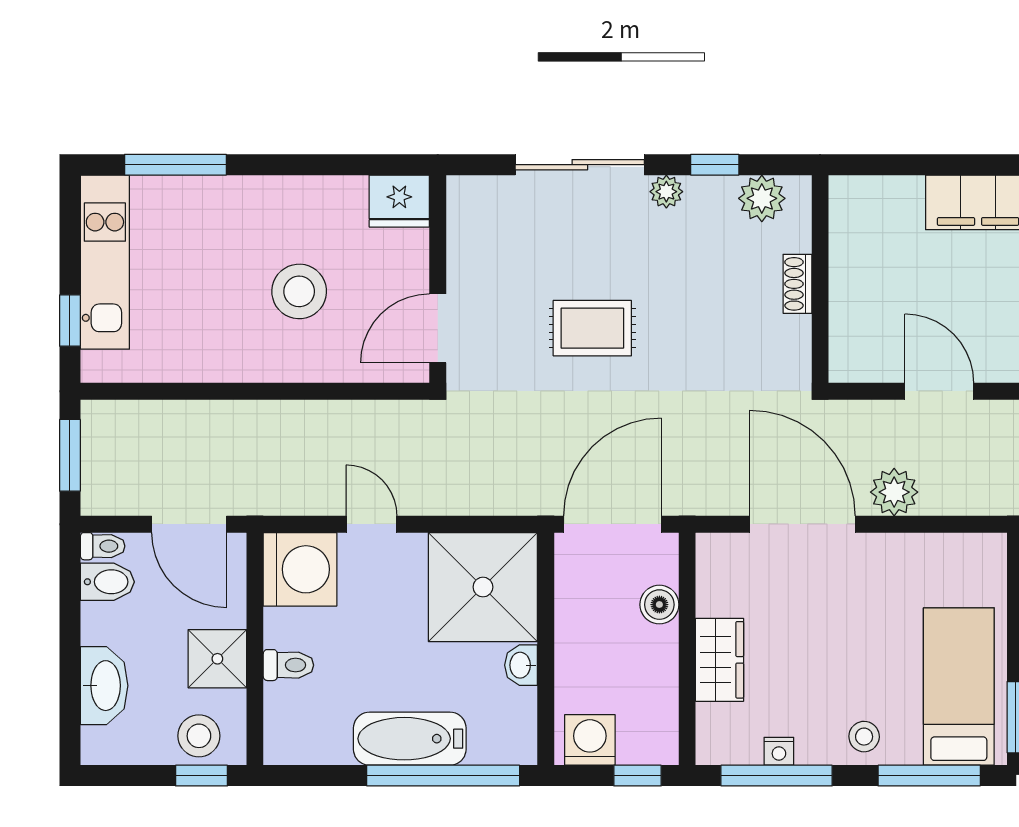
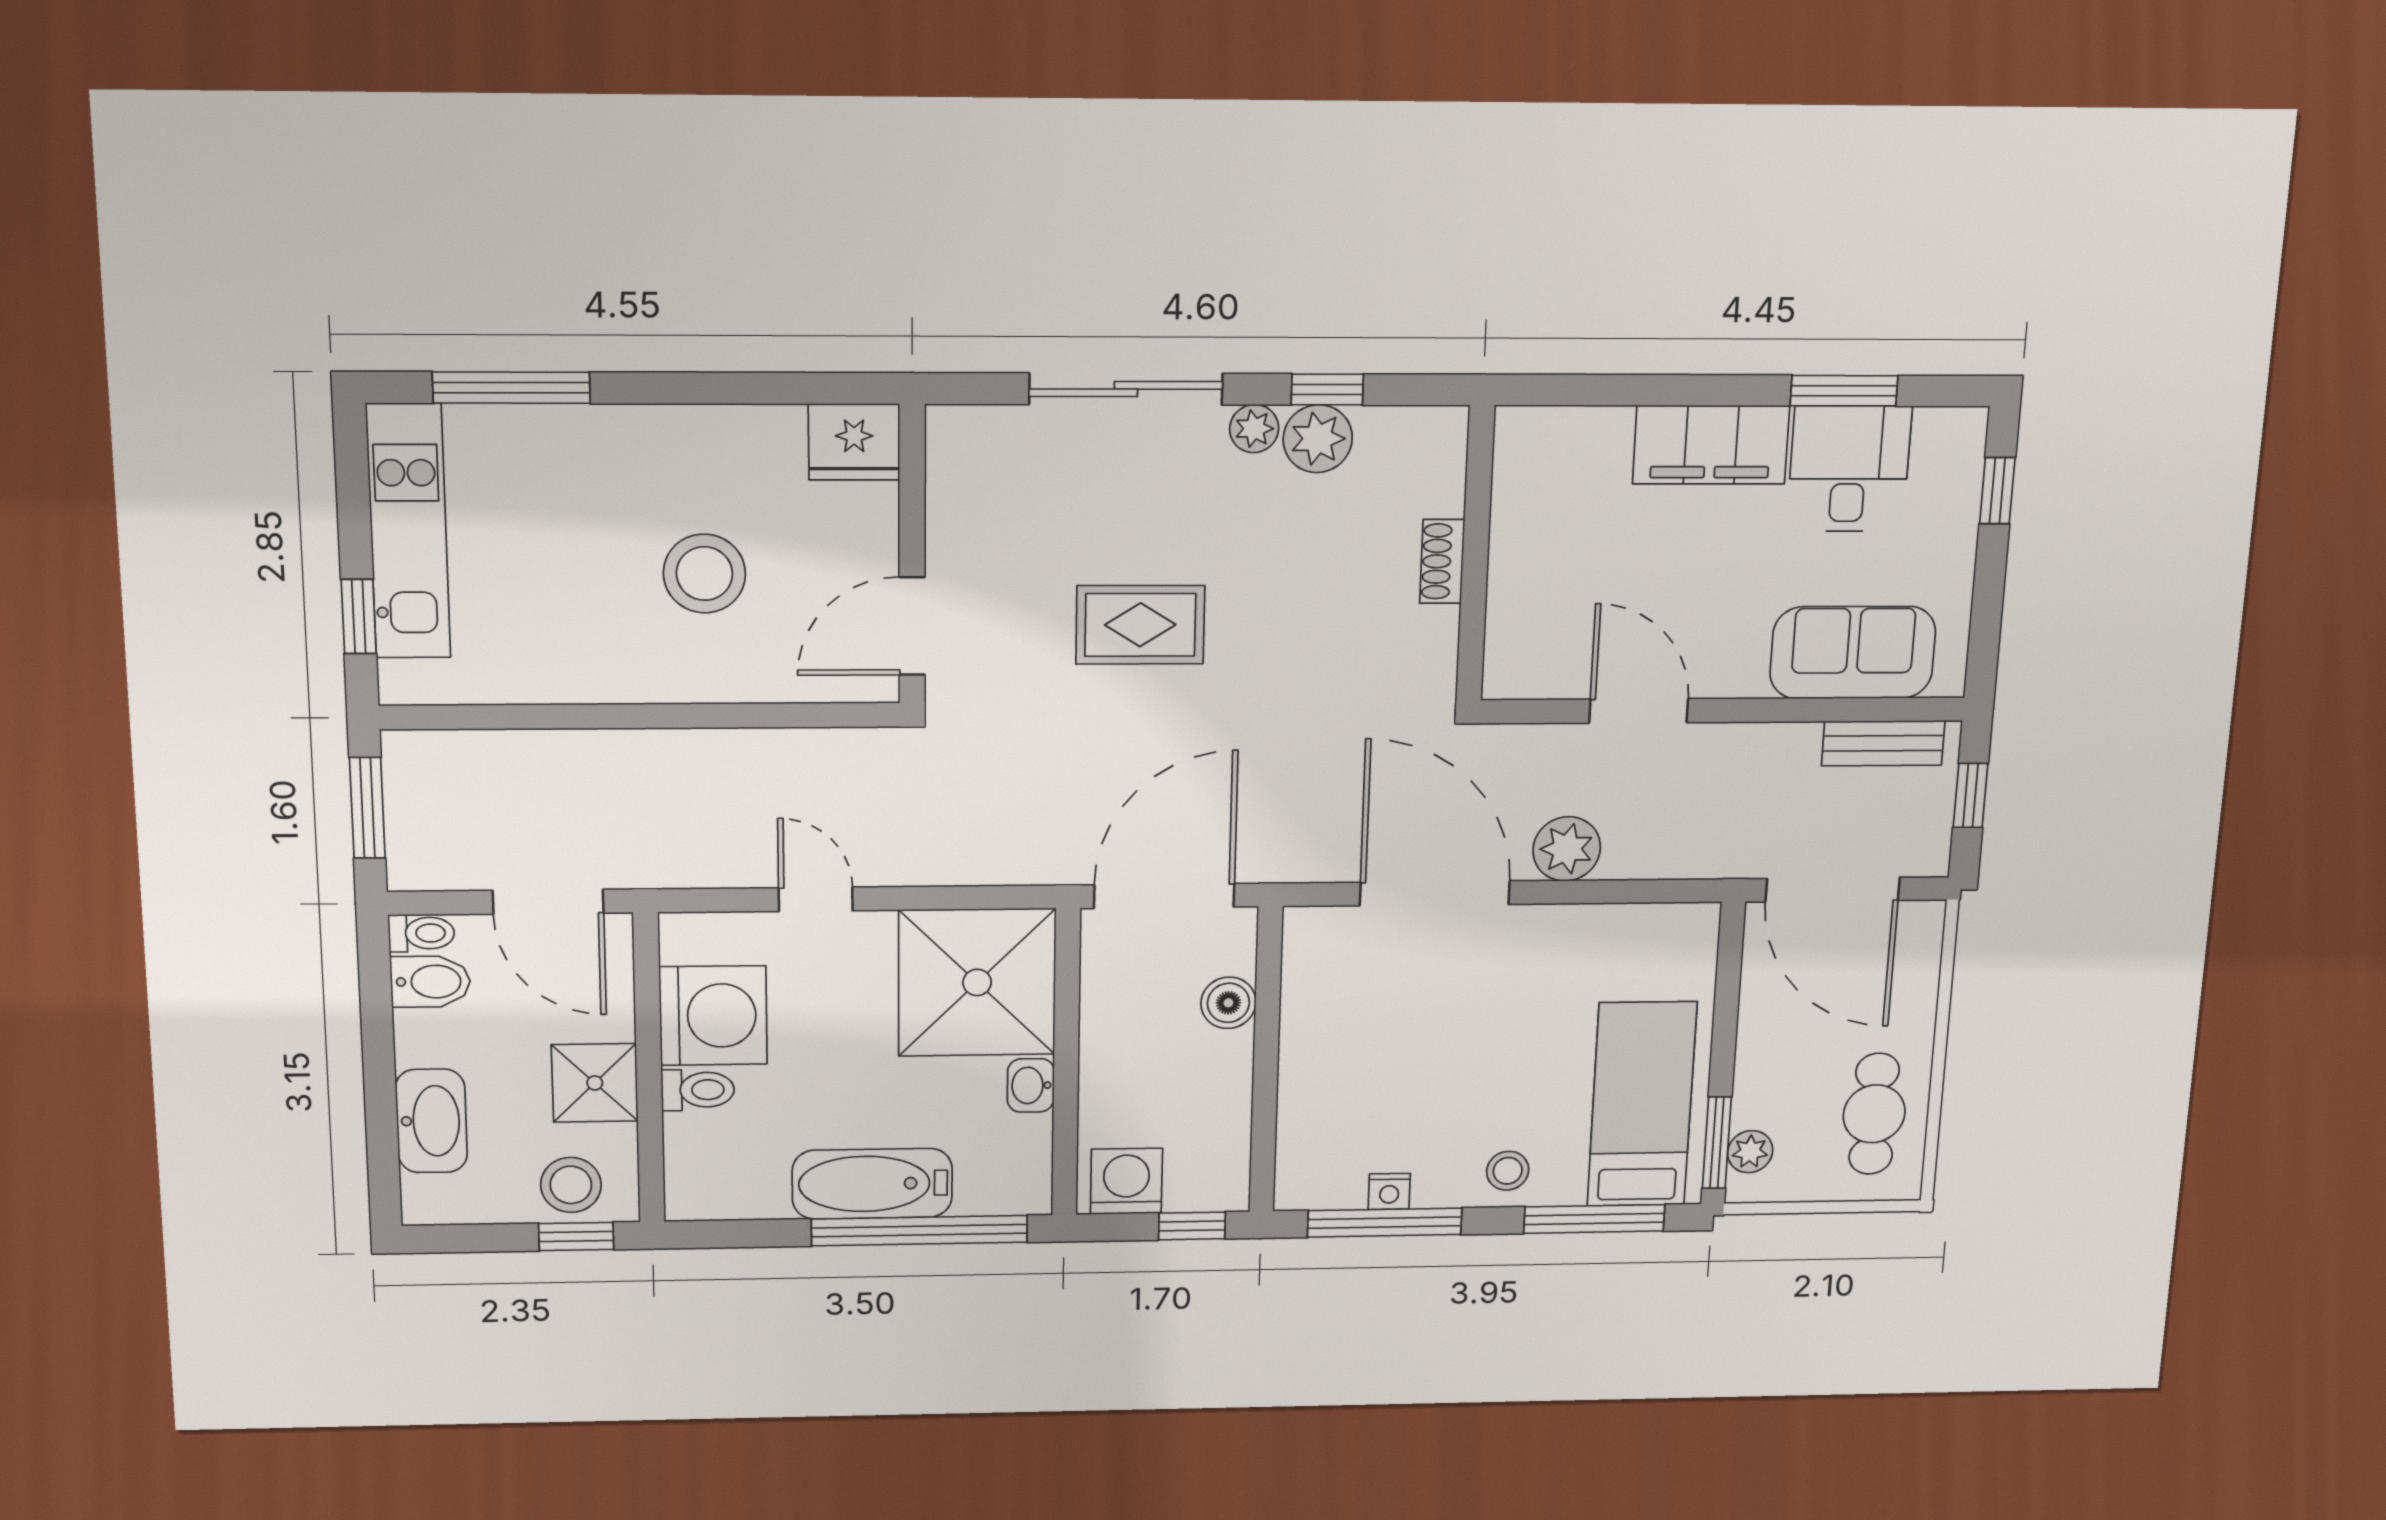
plant: (762, 198) -> (1318, 439), moved
washing machine: (300, 569) -> (713, 1016), moved
wardrobe: (719, 660) -> (1311, 1075), removed

